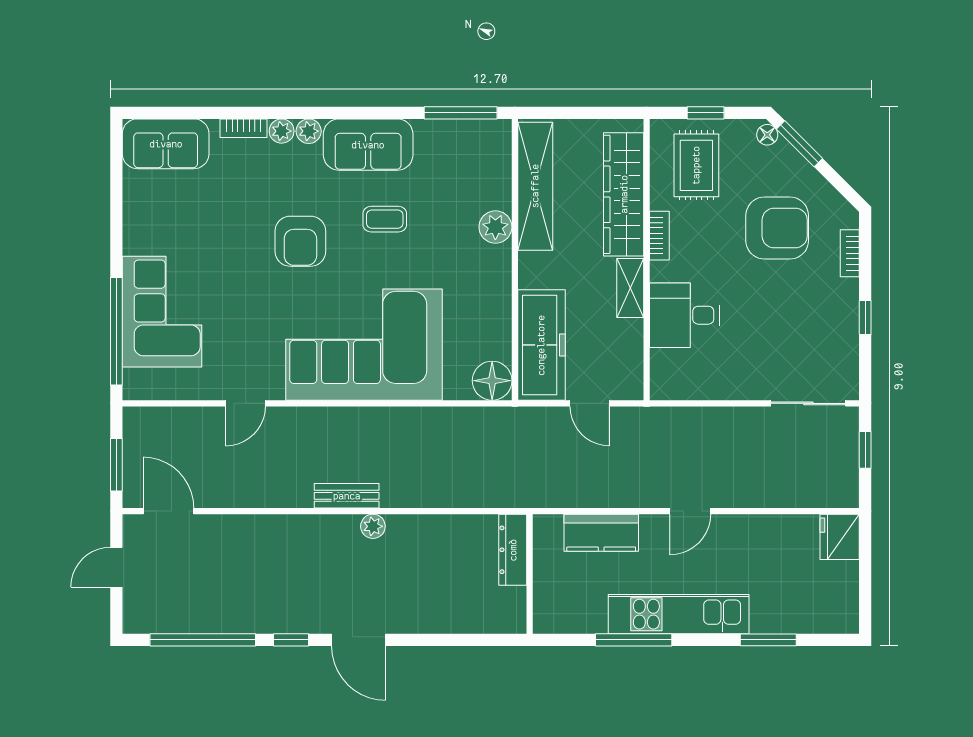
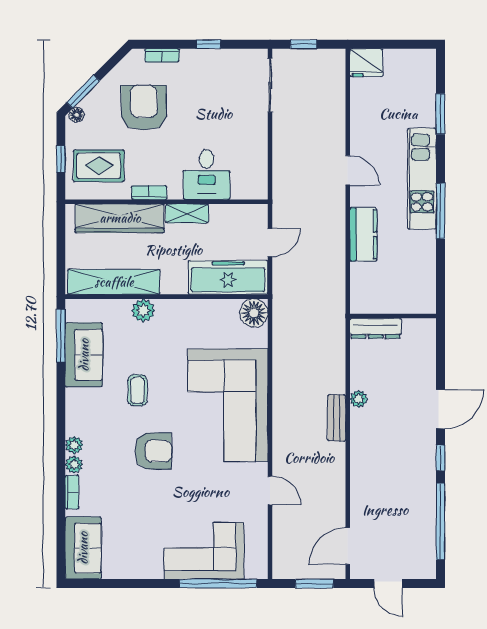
sofa: (368, 145) -> (84, 355), moved
dresser: (513, 550) -> (376, 328), moved
wall: (530, 574) -> (393, 316), moved

